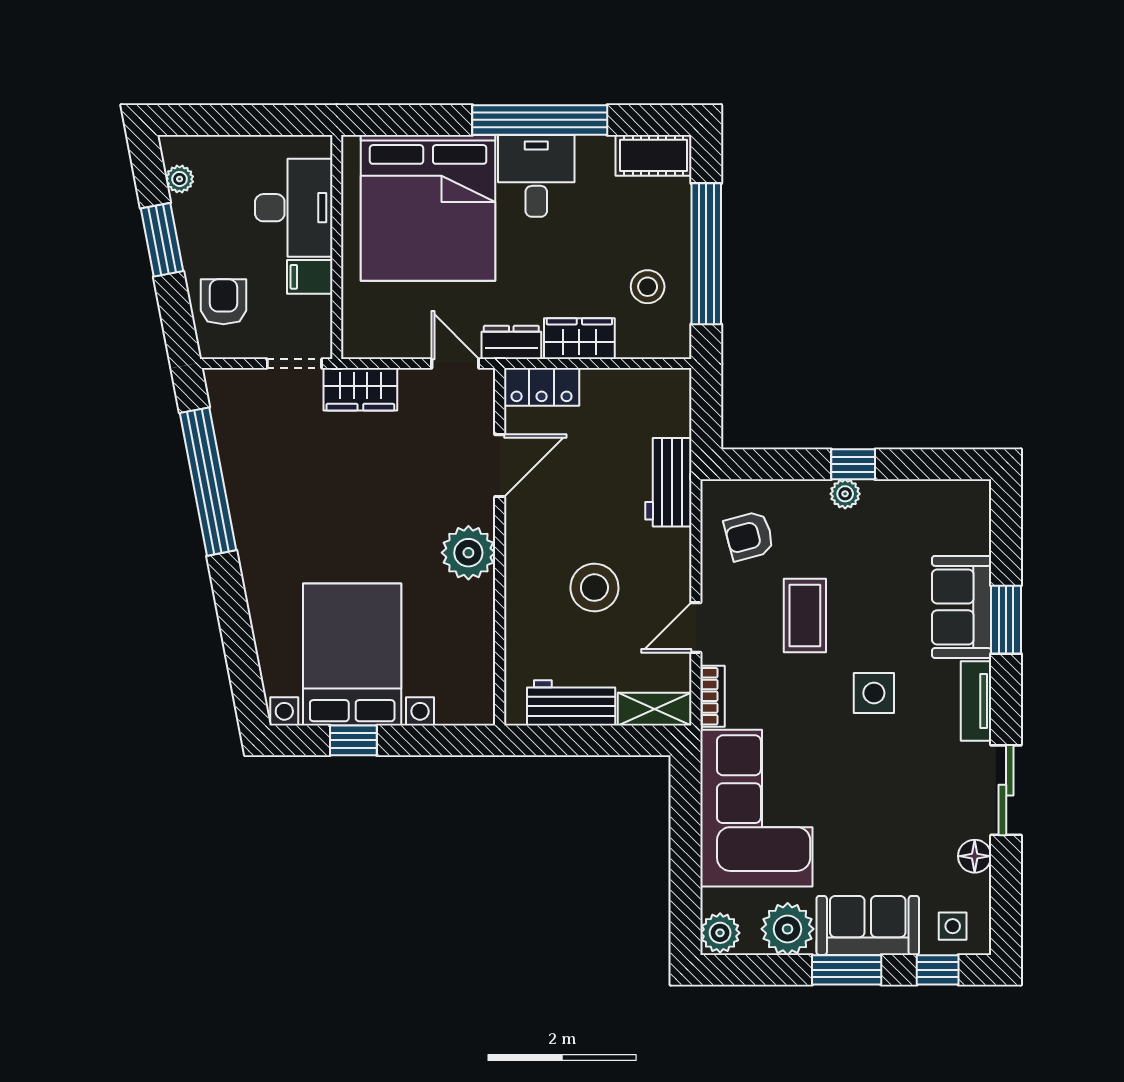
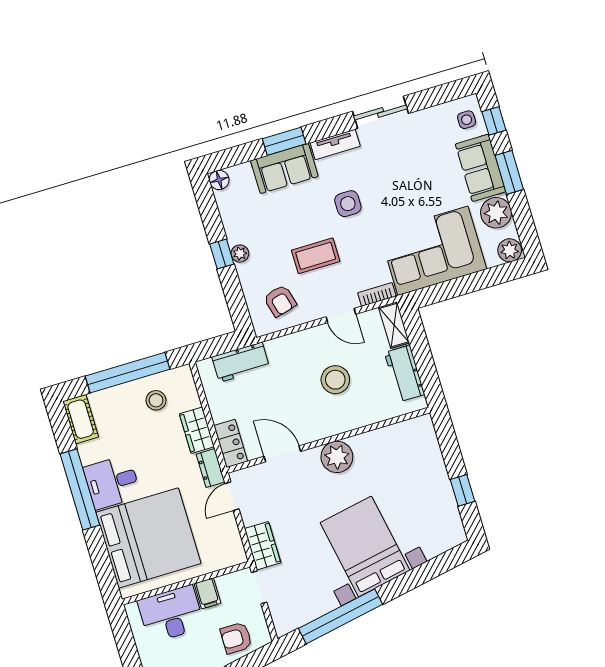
workbench: (668, 482) -> (241, 362), moved
bed with nightstands: (352, 654) -> (365, 547), moved, turned 79
floor lamp: (975, 856) -> (219, 180), moved

